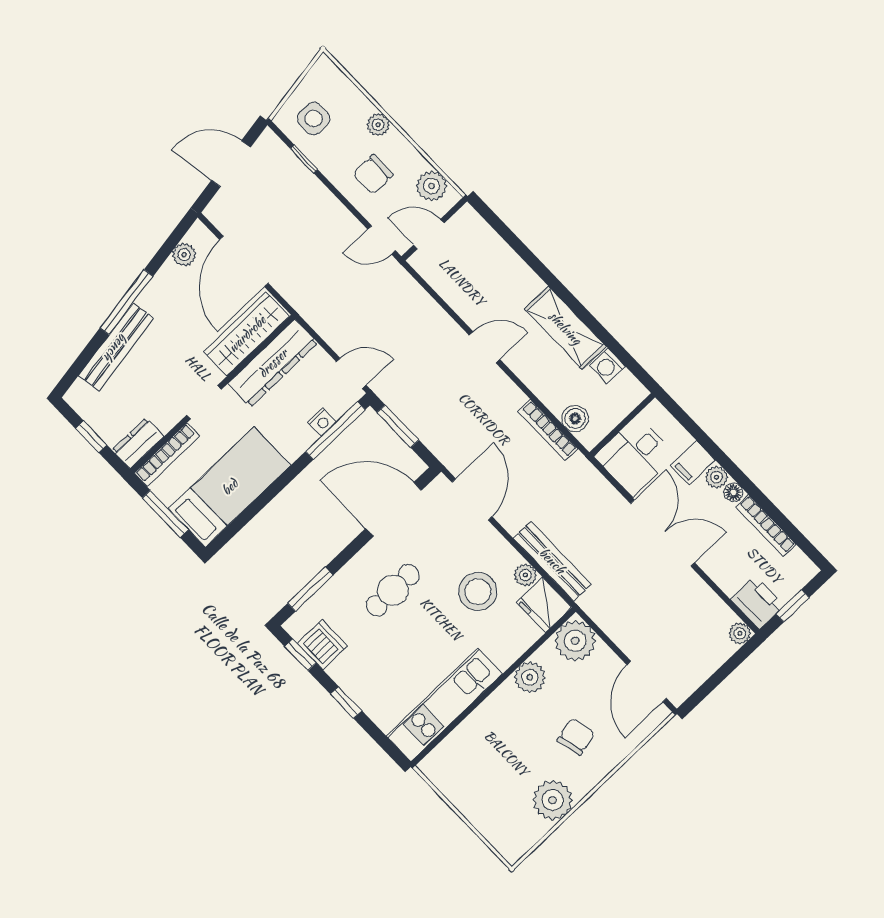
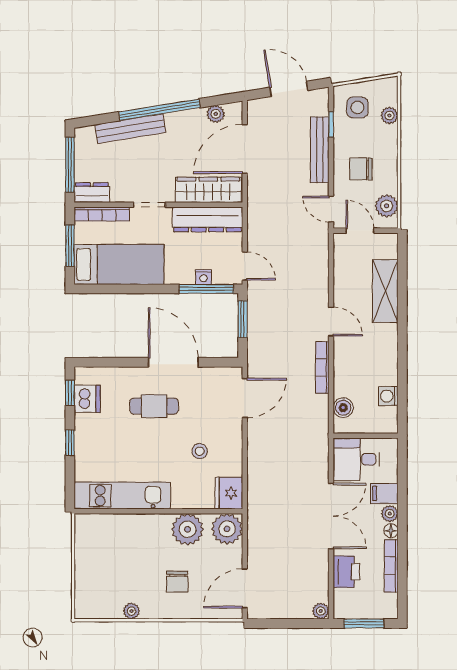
plant: (378, 125) -> (389, 116), moved
window: (127, 302) -> (160, 110), width x1.46
shelving: (565, 328) -> (385, 291), moved
bookcase: (548, 430) -> (322, 367), moved
window: (91, 437) -> (70, 165), width x2.17
door: (394, 509) -> (173, 362), moved
bench: (552, 561) -> (320, 150), moved
plant: (525, 575) -> (234, 467), removed
window: (310, 589) -> (110, 362), removed
stool: (478, 592) -> (200, 451), width x0.53, depth x0.53
printer: (757, 603) -> (346, 572), moved
window: (793, 606) -> (364, 623), width x1.50
plant: (530, 677) -> (188, 529), width x1.36, depth x1.36
chair: (576, 737) -> (177, 582), turned 103
plant: (553, 800) -> (131, 611), width x0.53, depth x0.53

